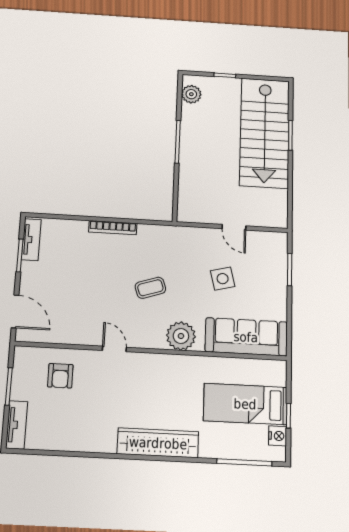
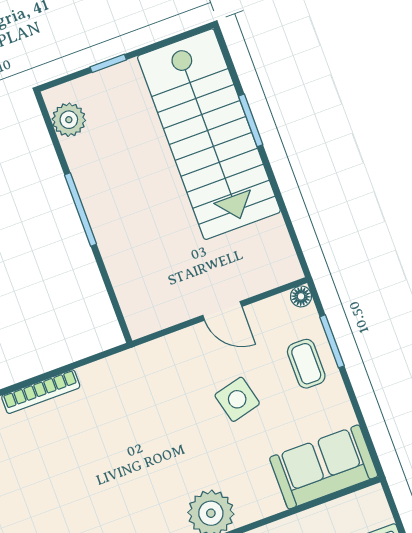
floor lamp: (282, 238) -> (301, 296), added
coffee table: (150, 288) -> (306, 364), moved, turned -72
sofa: (246, 337) -> (324, 467), width x0.73

